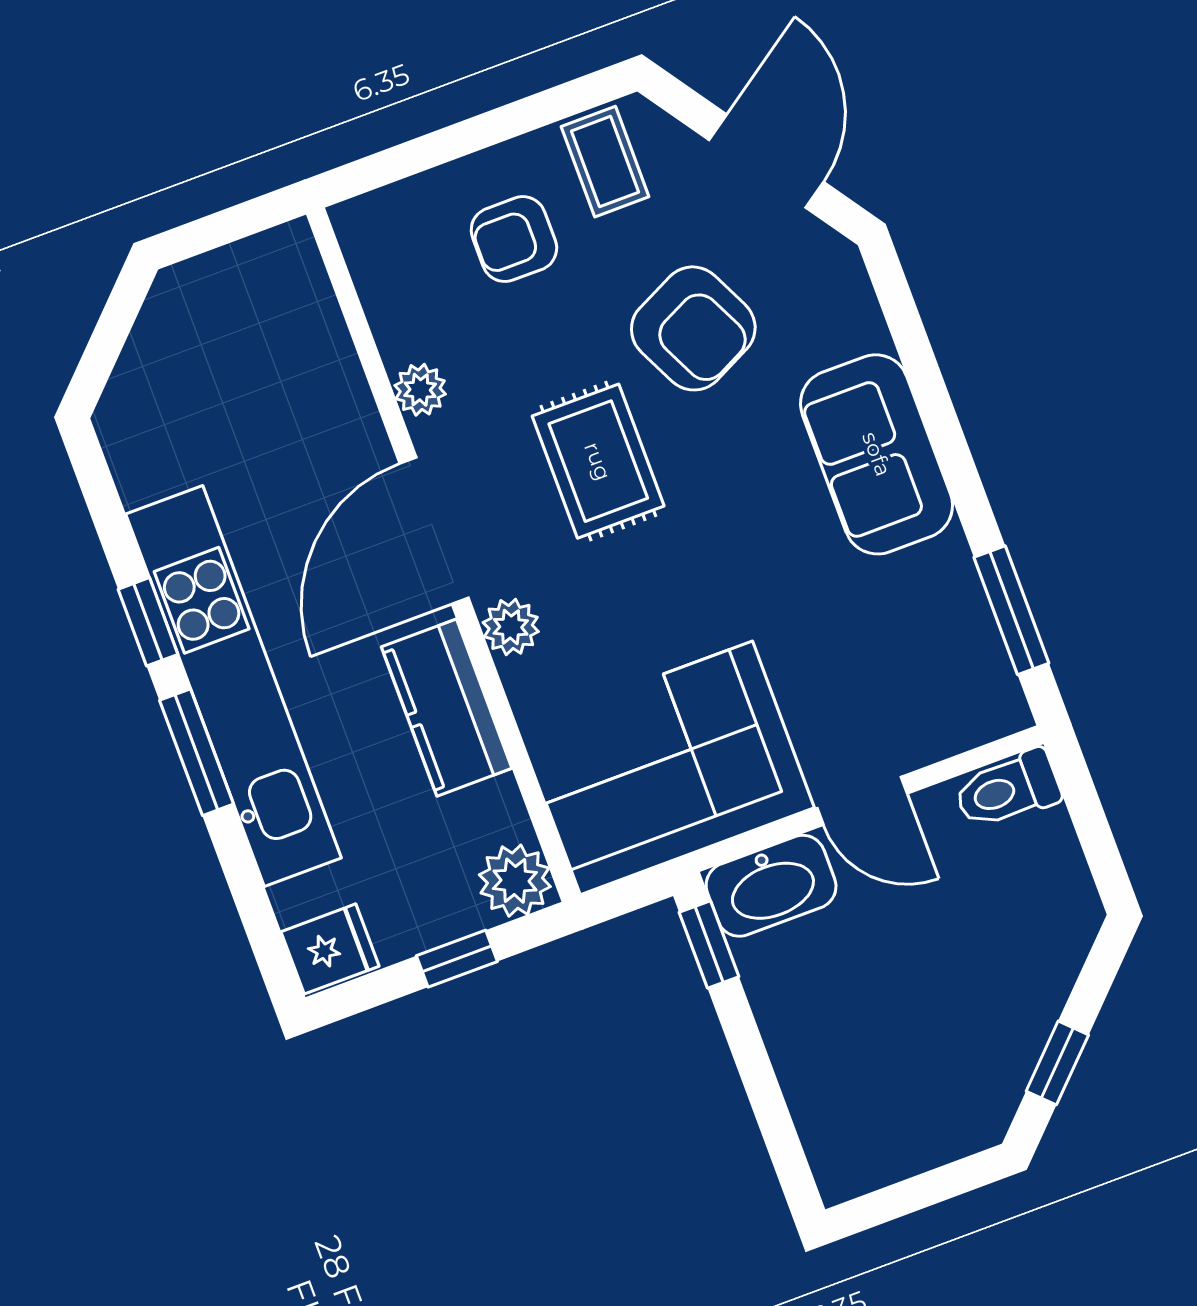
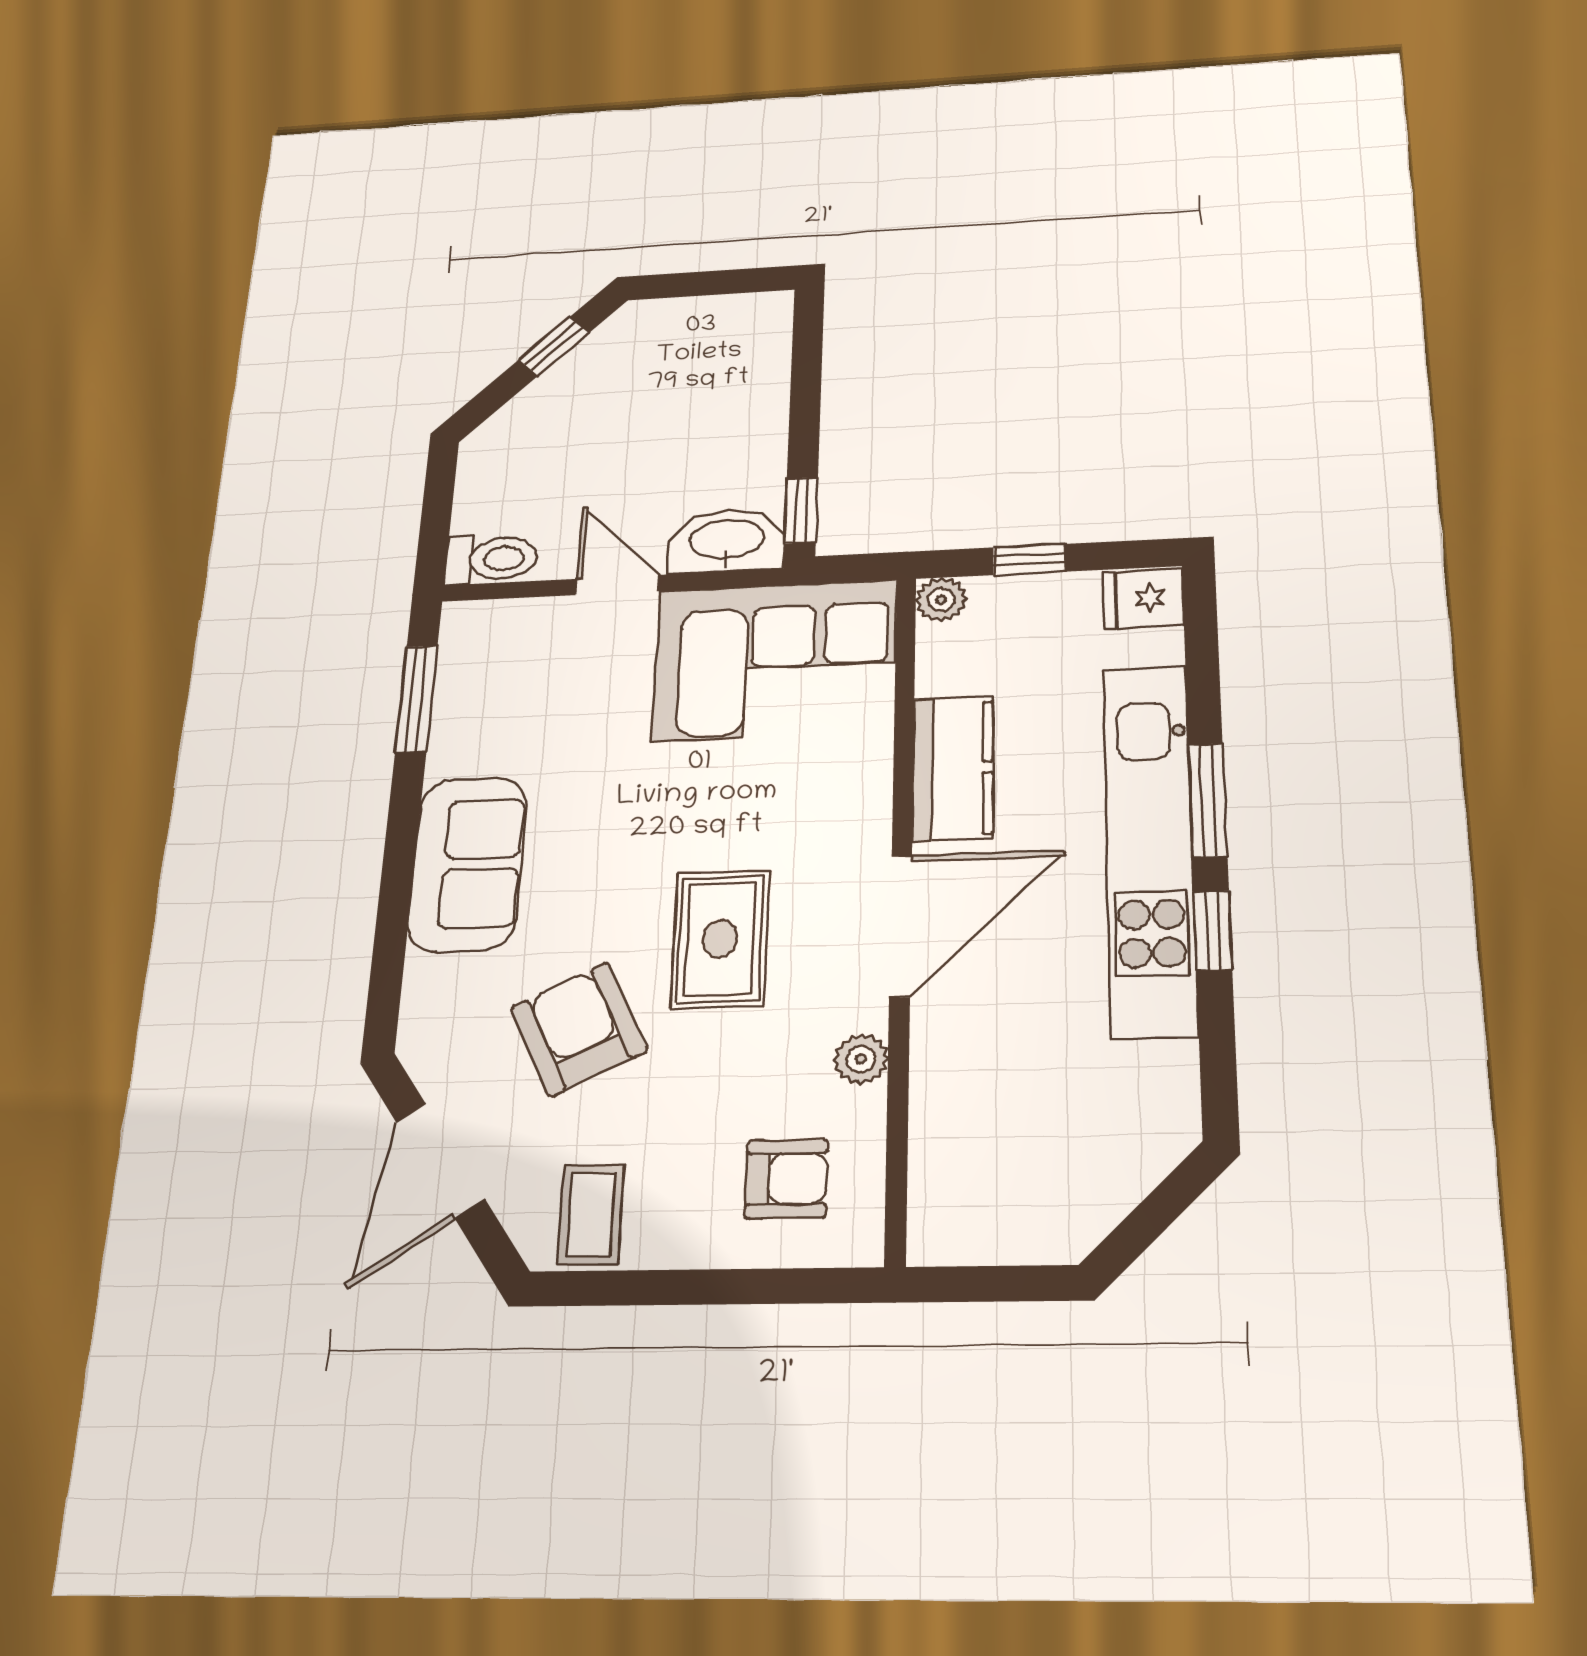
armchair: (514, 239) -> (786, 1179), moved
plant: (511, 627) -> (864, 819), removed
plant: (515, 881) -> (941, 600), width x0.73, depth x0.73

